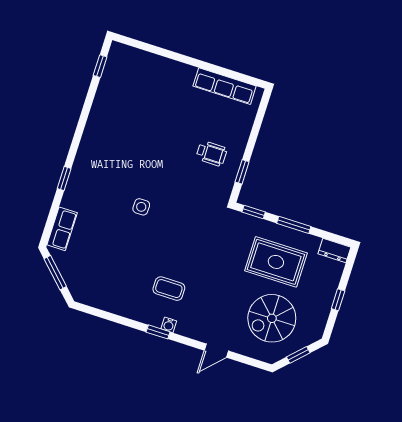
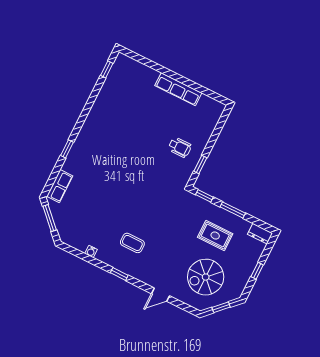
row of seats: (225, 86) -> (178, 89), moved
side table: (141, 207) -> (121, 179), removed
rug: (276, 262) -> (215, 236), width x0.73, depth x0.70
water cooler: (169, 325) -> (91, 252), moved

